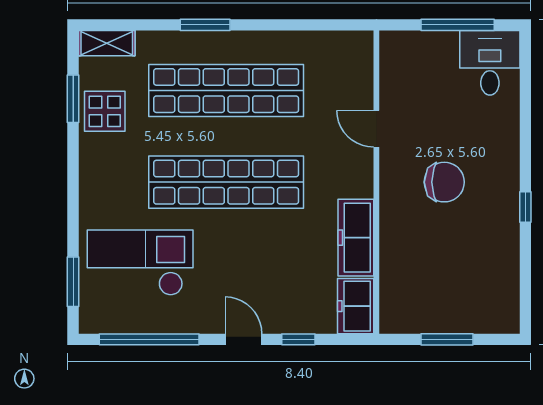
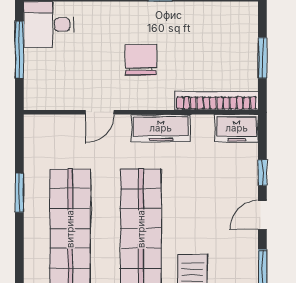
window: (205, 25) -> (19, 193), moved
freezer: (356, 238) -> (161, 128), moved
bookcase: (391, 280) -> (217, 101), added

